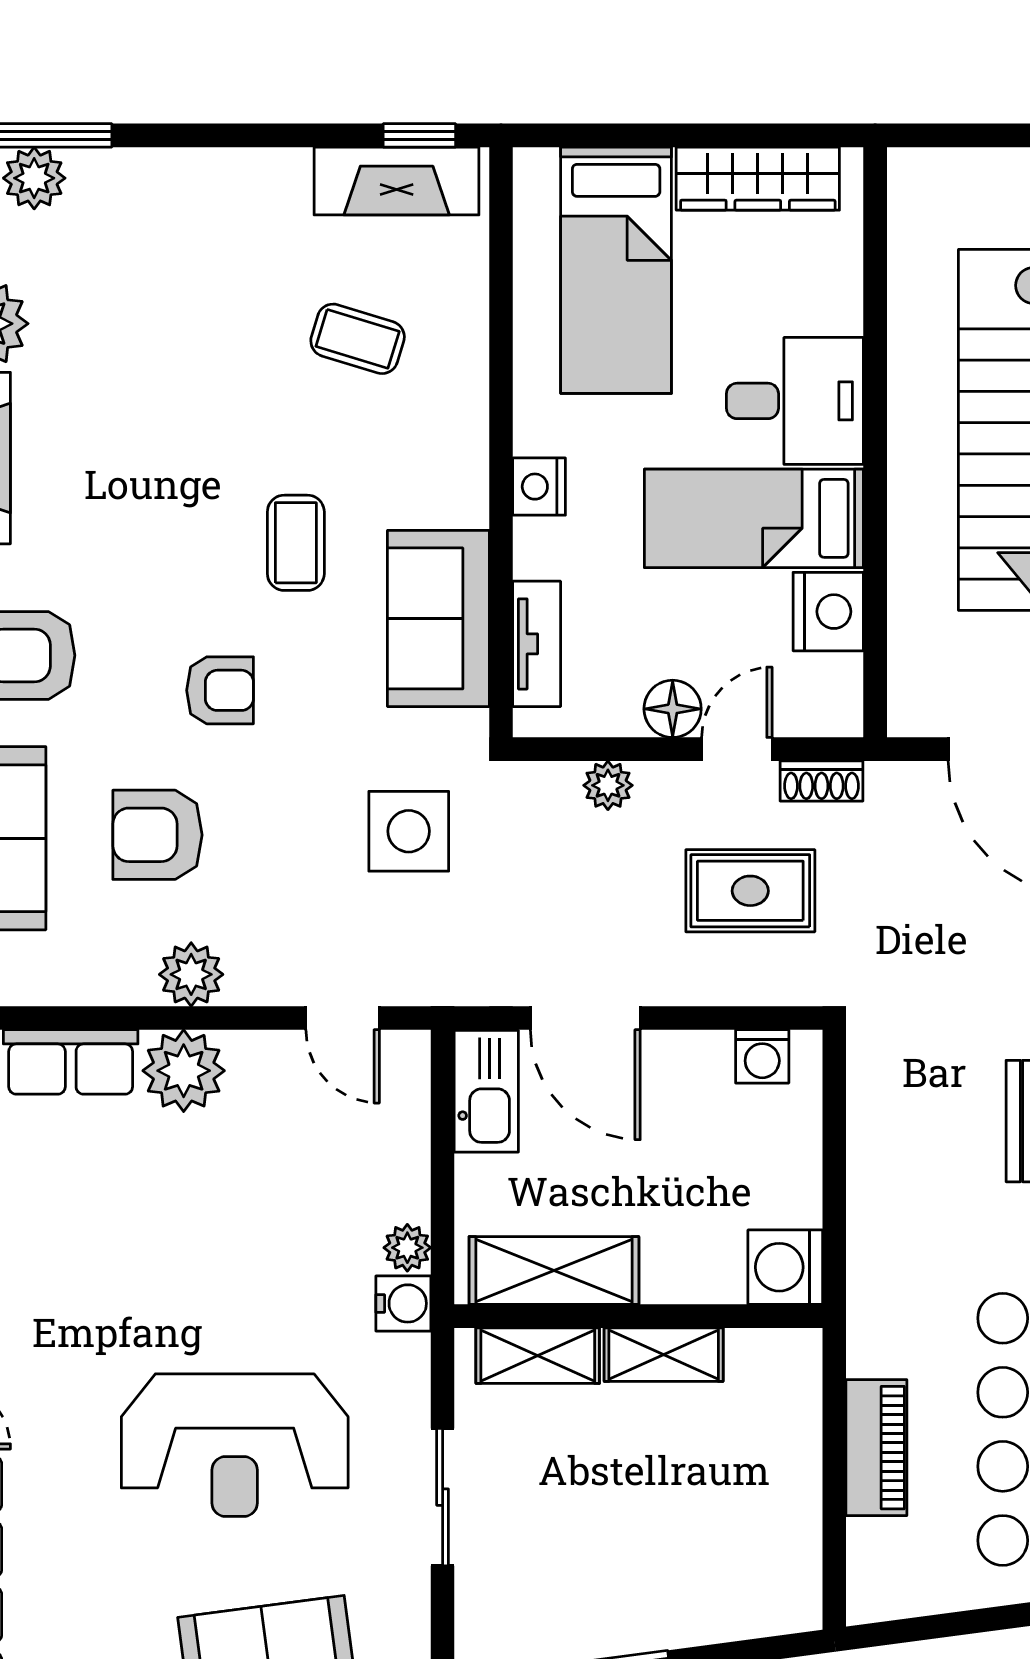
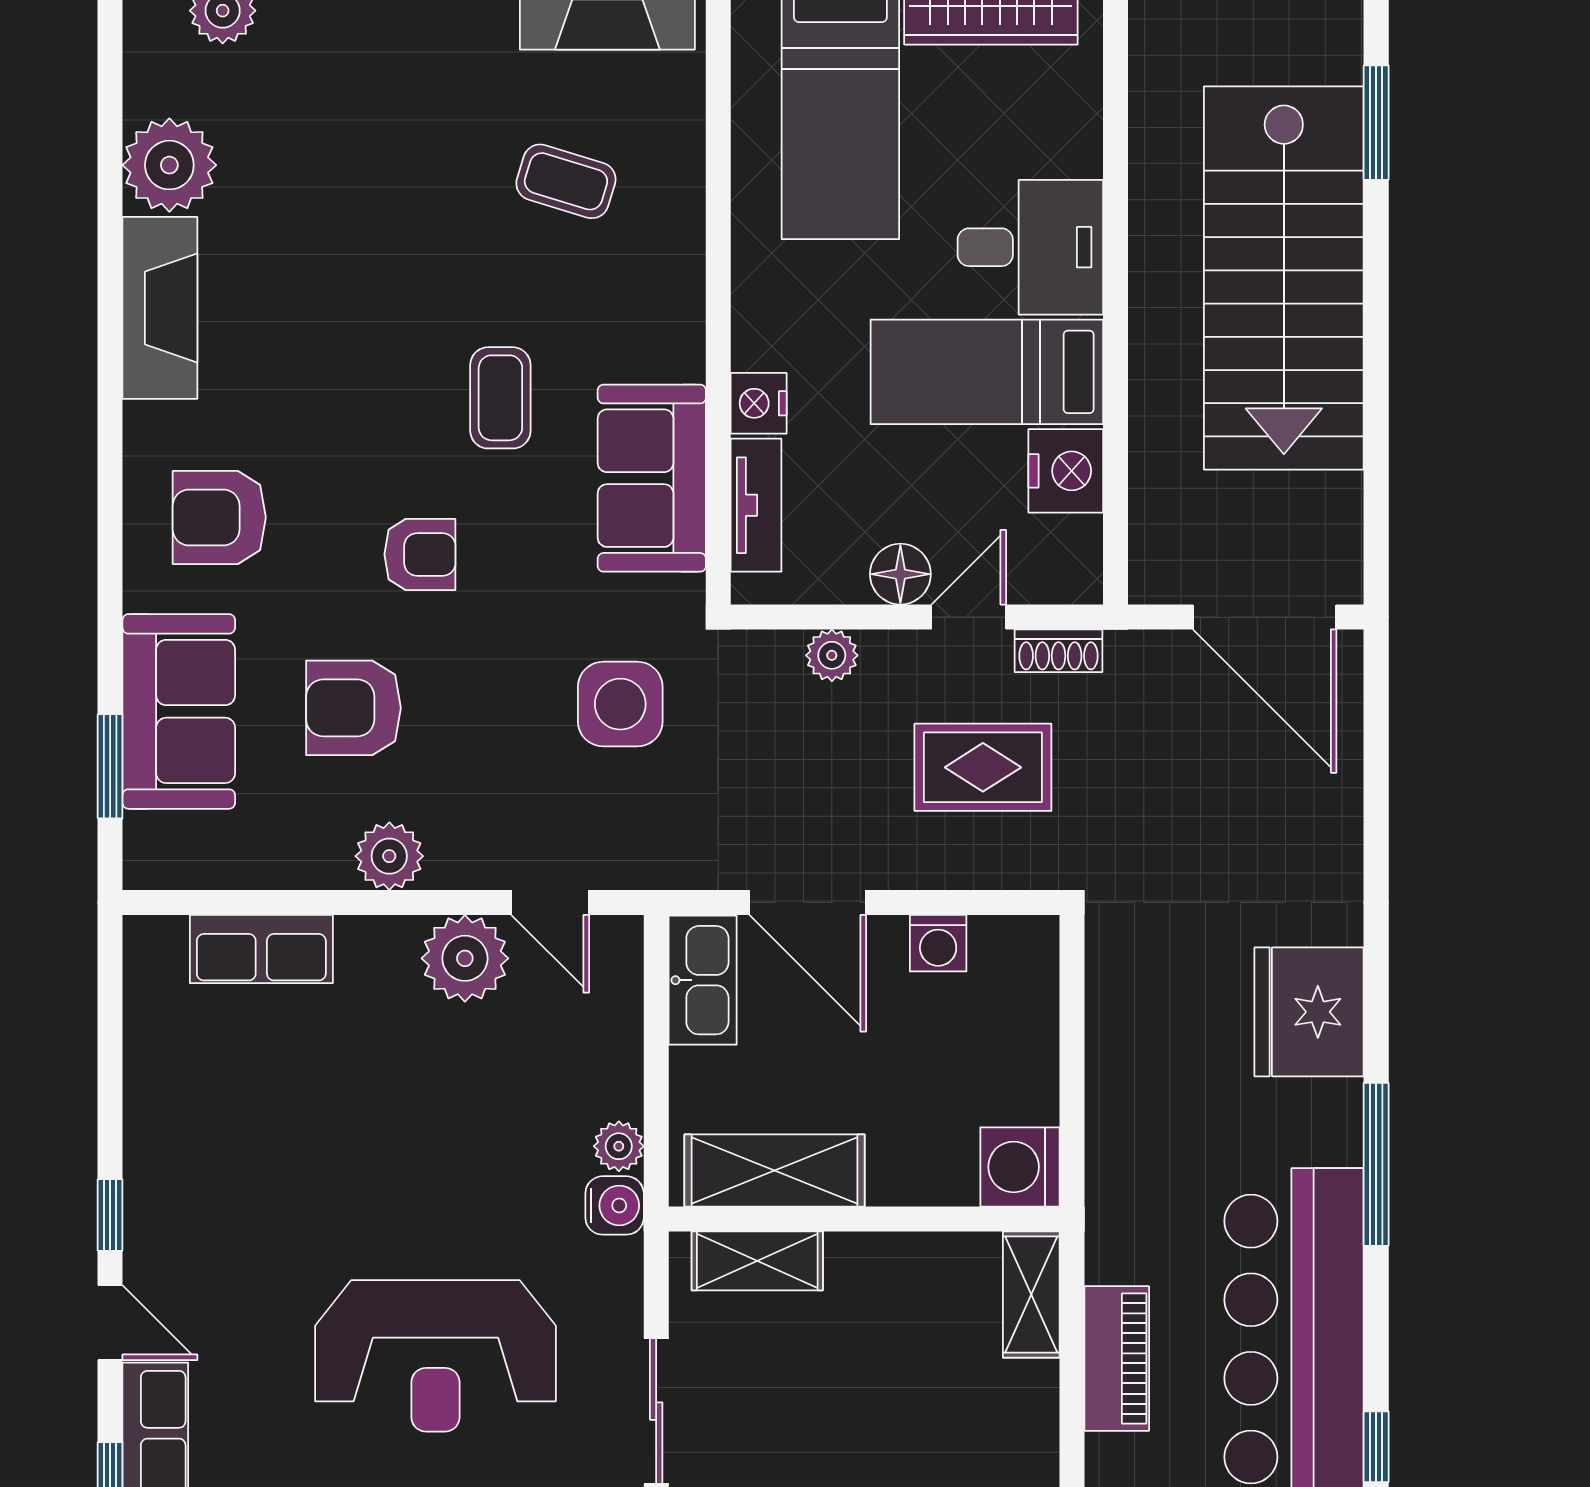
nightstand: (539, 487) -> (759, 403), moved
washing machine: (762, 1056) -> (938, 943), moved
plant: (184, 1071) -> (465, 958), moved
shelving: (664, 1355) -> (1031, 1294), moved, turned 90

